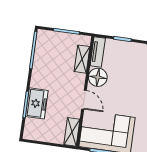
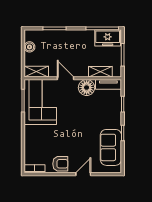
door: (84, 100) -> (66, 78), swing flipped
freezer: (37, 103) -> (108, 38), moved
boiler: (43, 136) -> (30, 47), added

